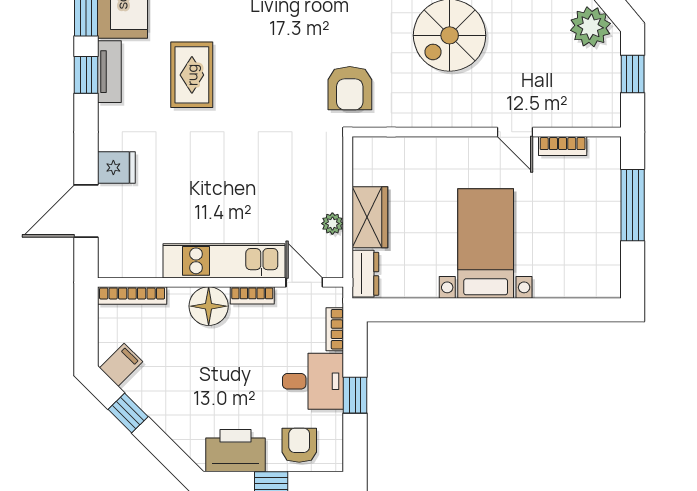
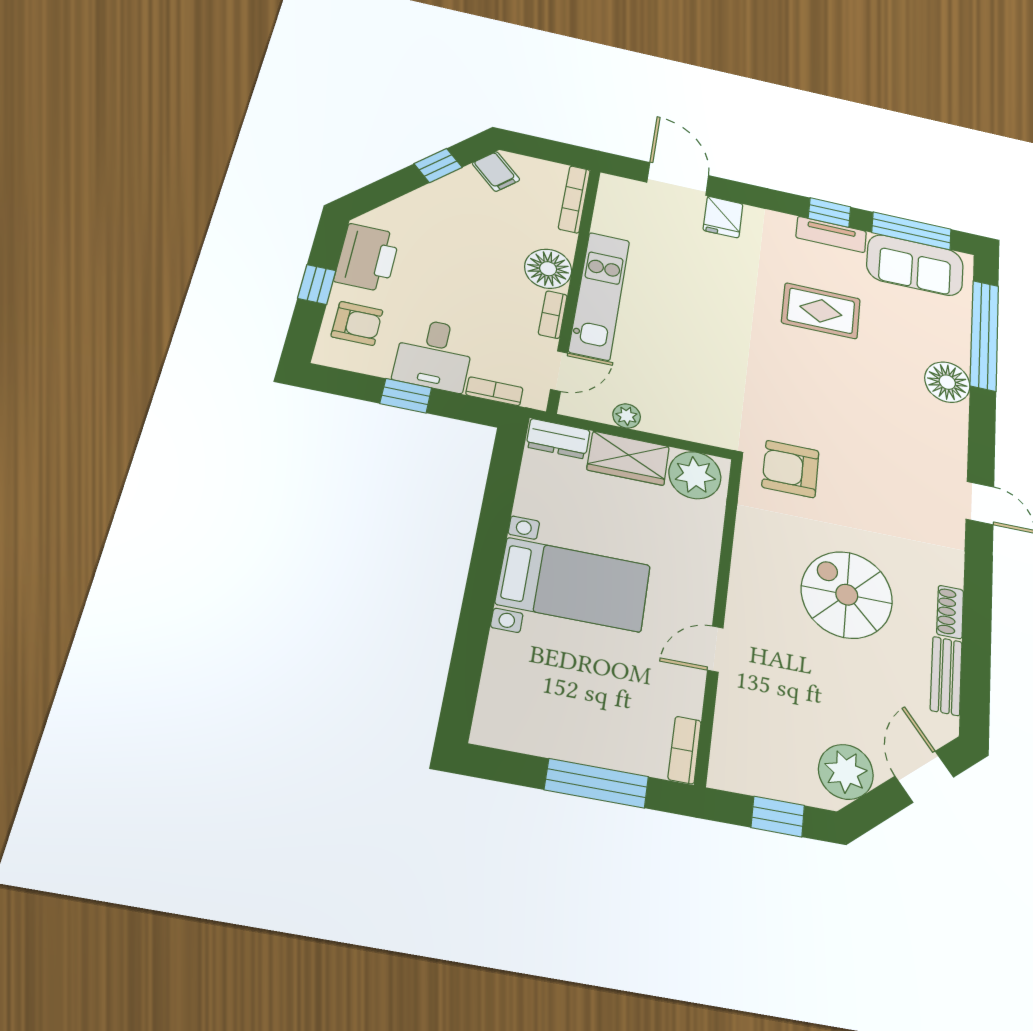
bookcase: (563, 146) -> (685, 750), moved
plant: (373, 164) -> (695, 475), added

